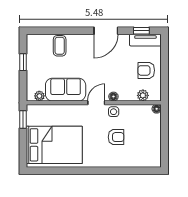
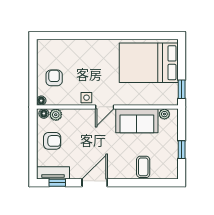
floor lamp: (113, 97) -> (44, 114), moved
armchair: (116, 137) -> (54, 78), moved, turned 90

